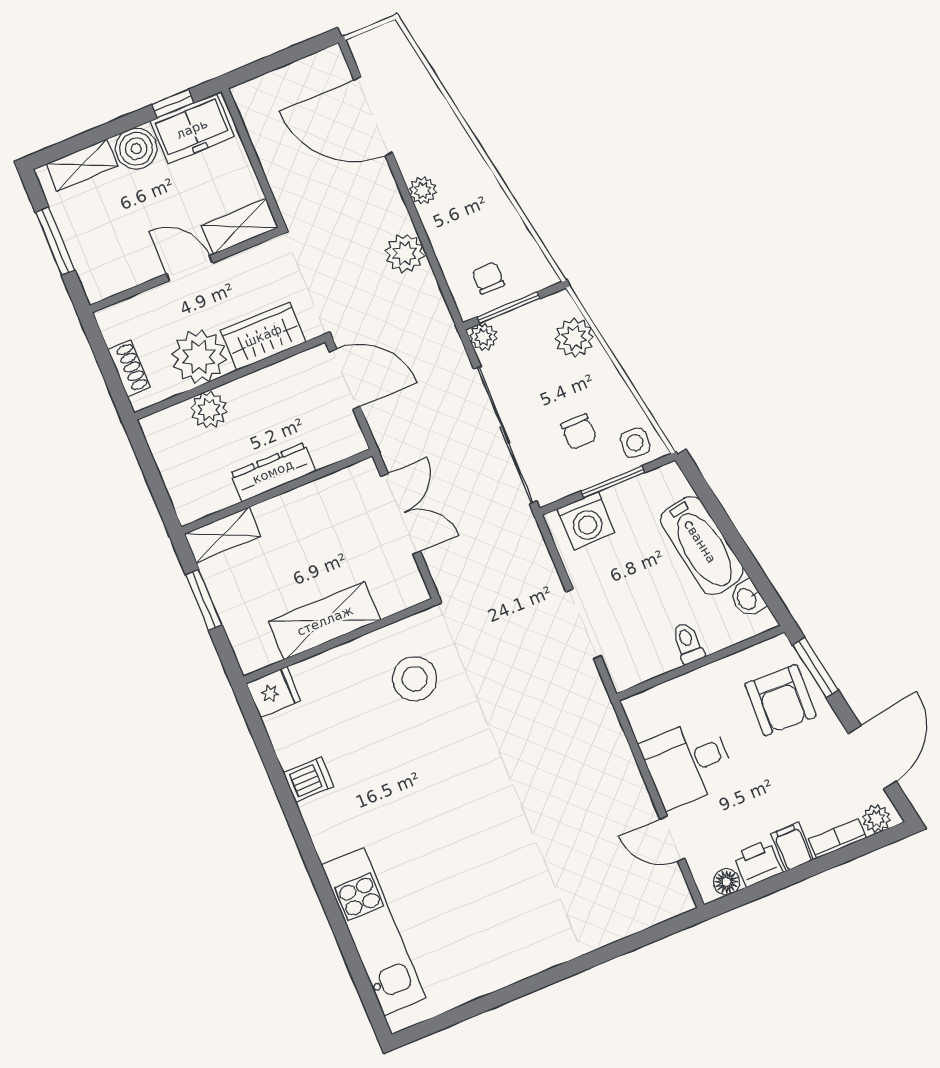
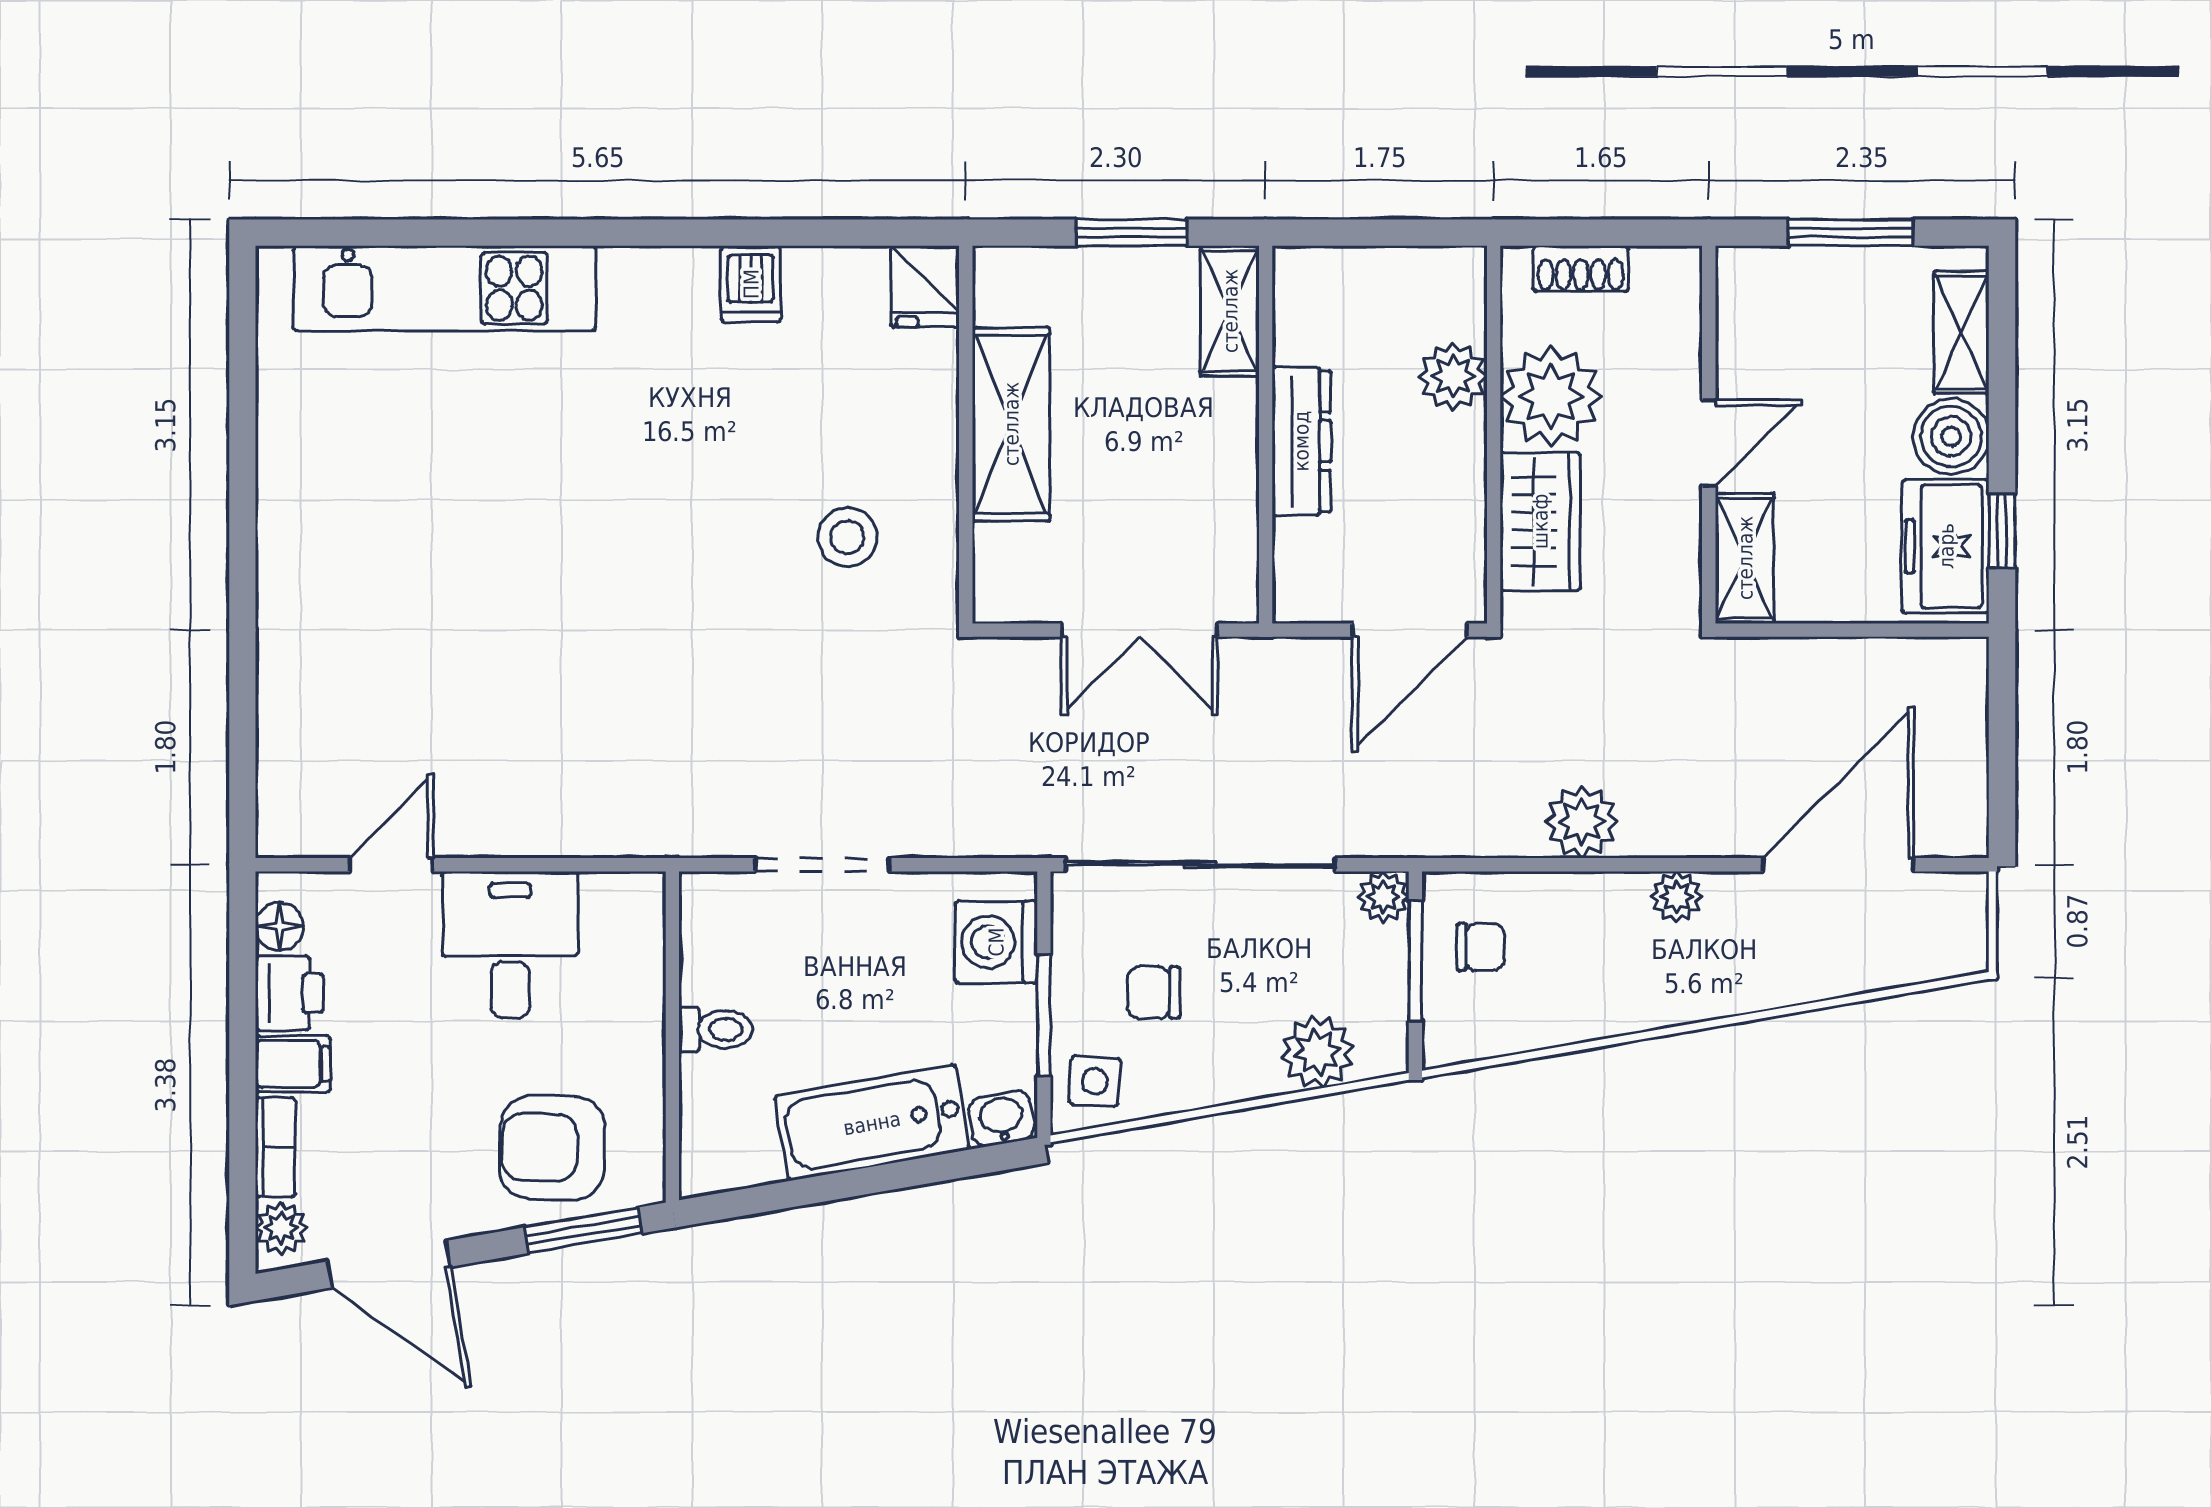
washbasin: (747, 599) -> (1001, 1119), moved
stool: (415, 679) -> (847, 537), width x0.73, depth x0.73

